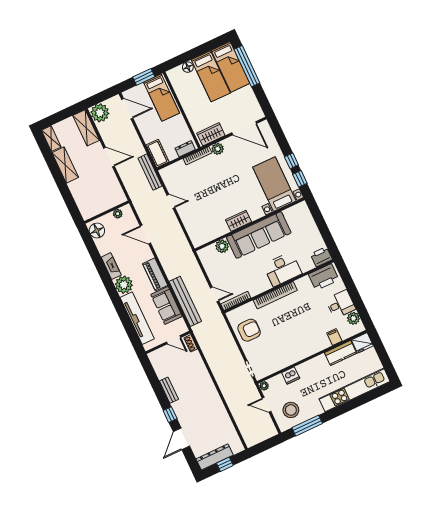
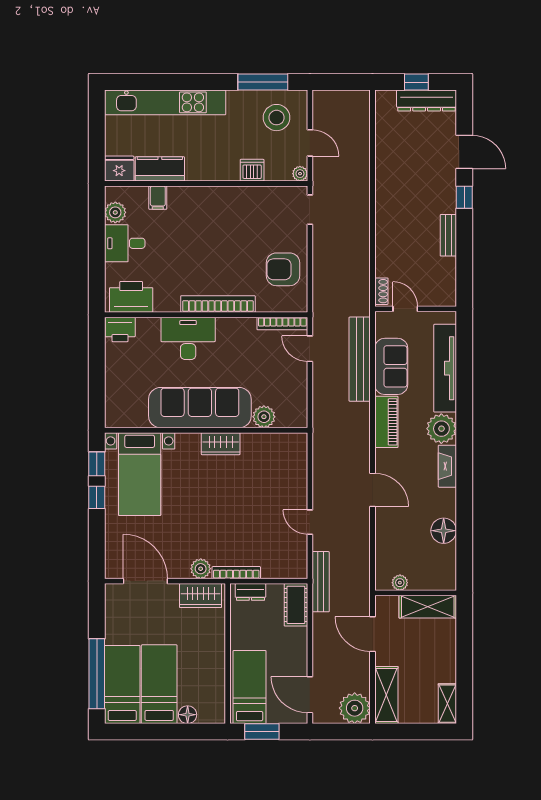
shelving: (65, 165) -> (428, 607), moved, turned 90
wall: (107, 212) -> (416, 593), moved
plant: (118, 214) -> (400, 583), moved
door: (181, 439) -> (464, 152), hinge flipped

